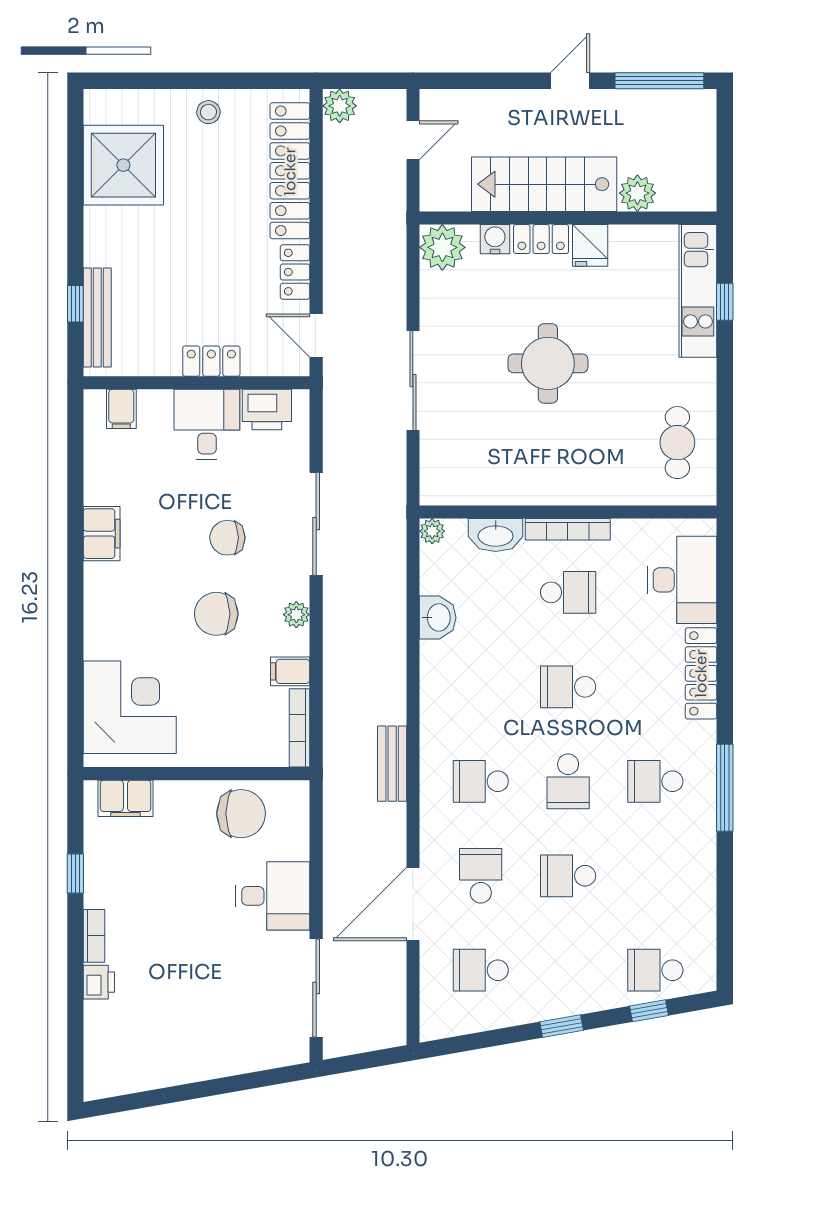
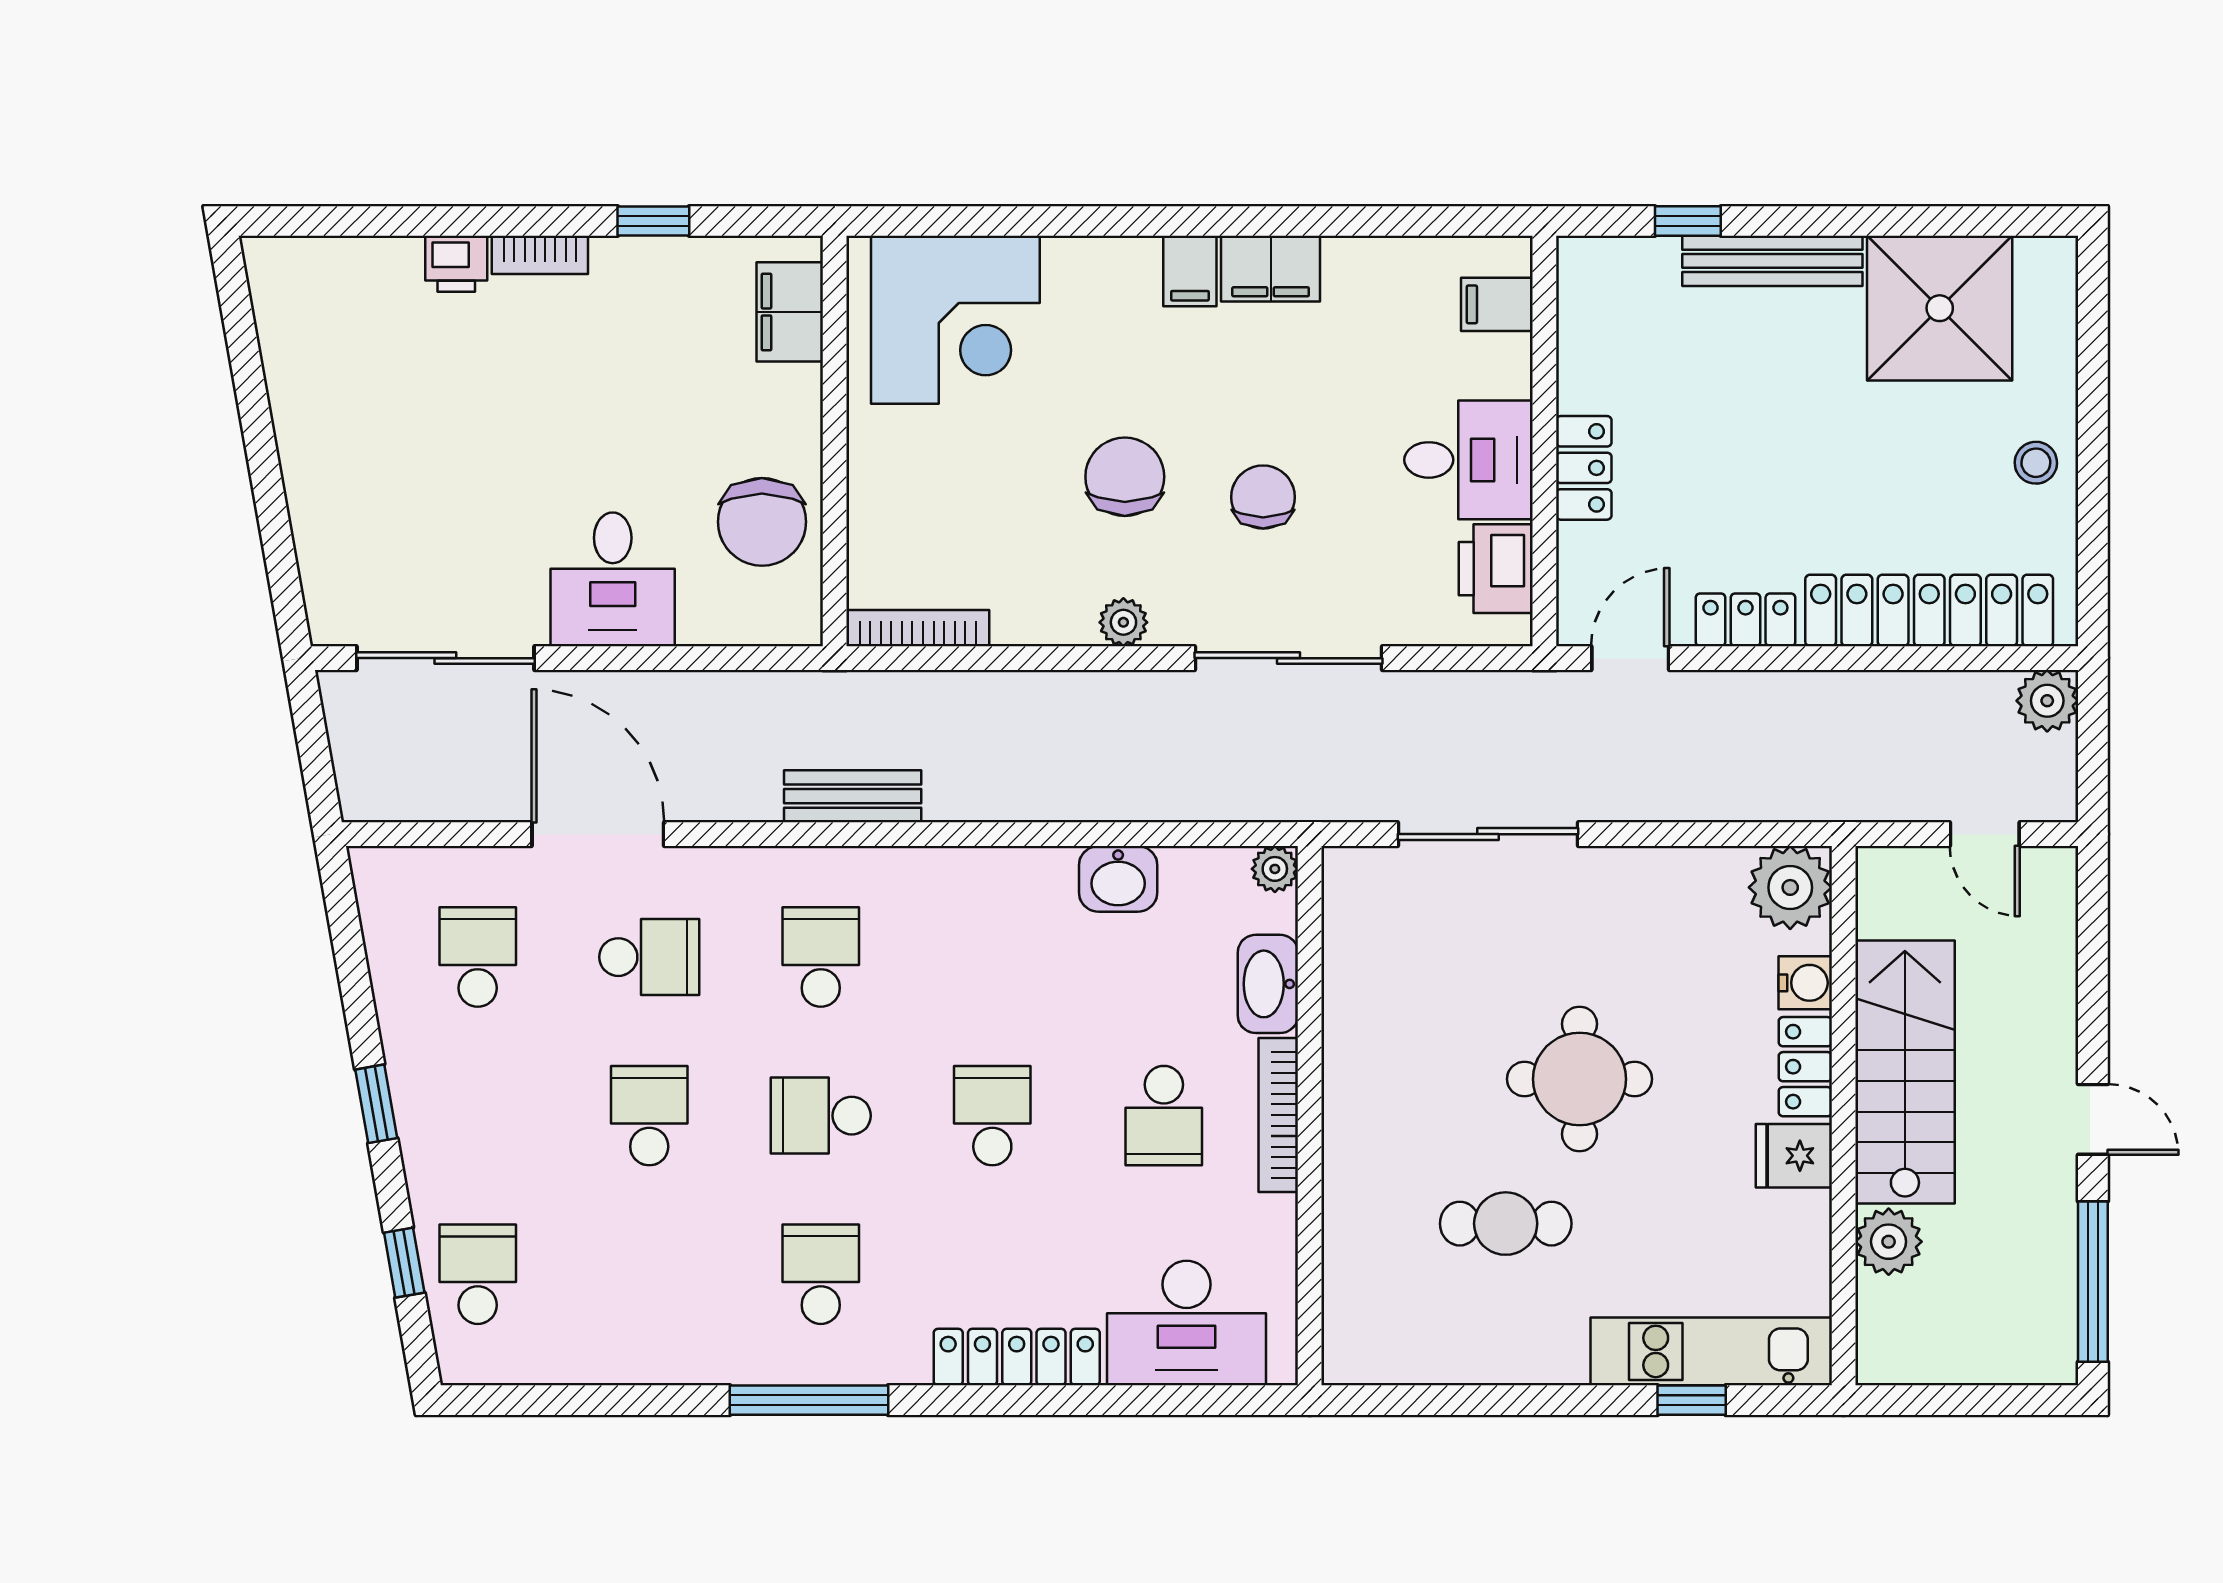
bench: (97, 317) -> (1772, 261), moved
sliding door: (413, 381) -> (1488, 834), moved
cafe table: (677, 443) -> (1506, 1224), moved
filing cabinet: (290, 671) -> (1190, 271), moved, turned 180

